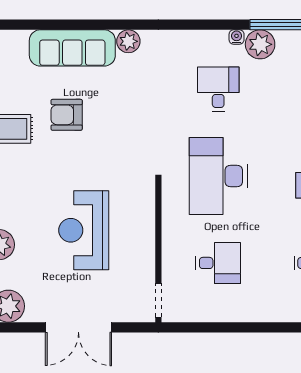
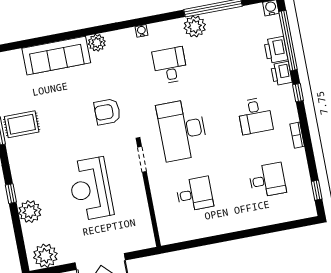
water cooler: (237, 37) -> (142, 31), moved
armchair: (67, 115) -> (107, 112), moved
doorway: (158, 300) -> (142, 159), moved

